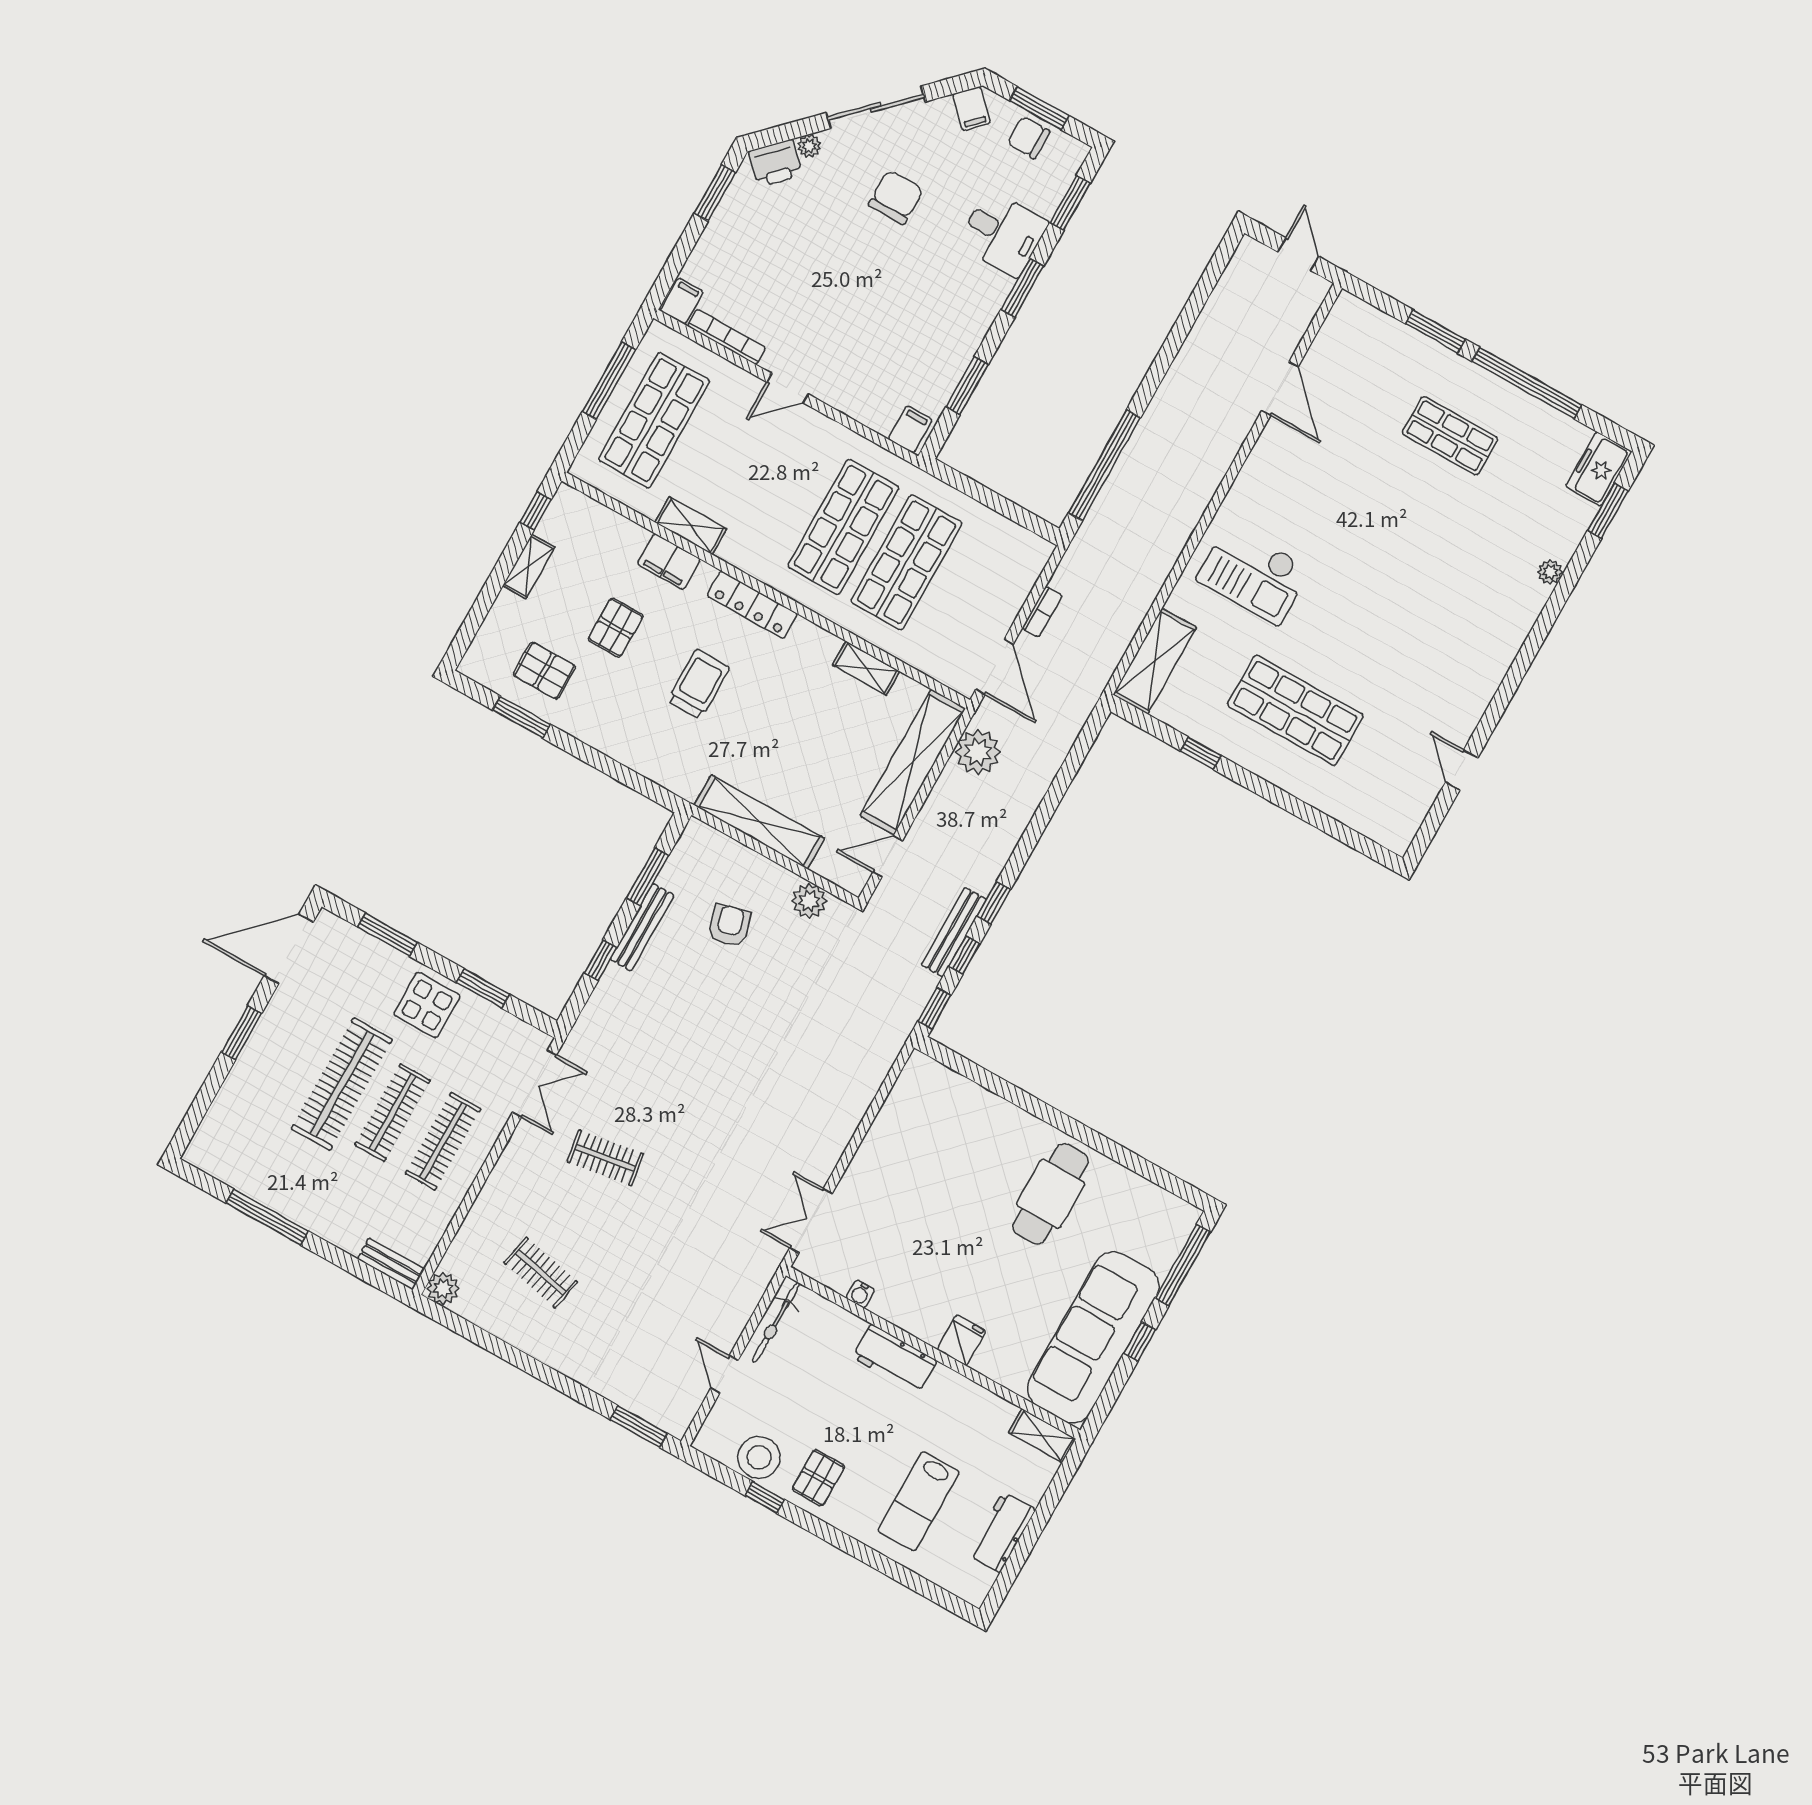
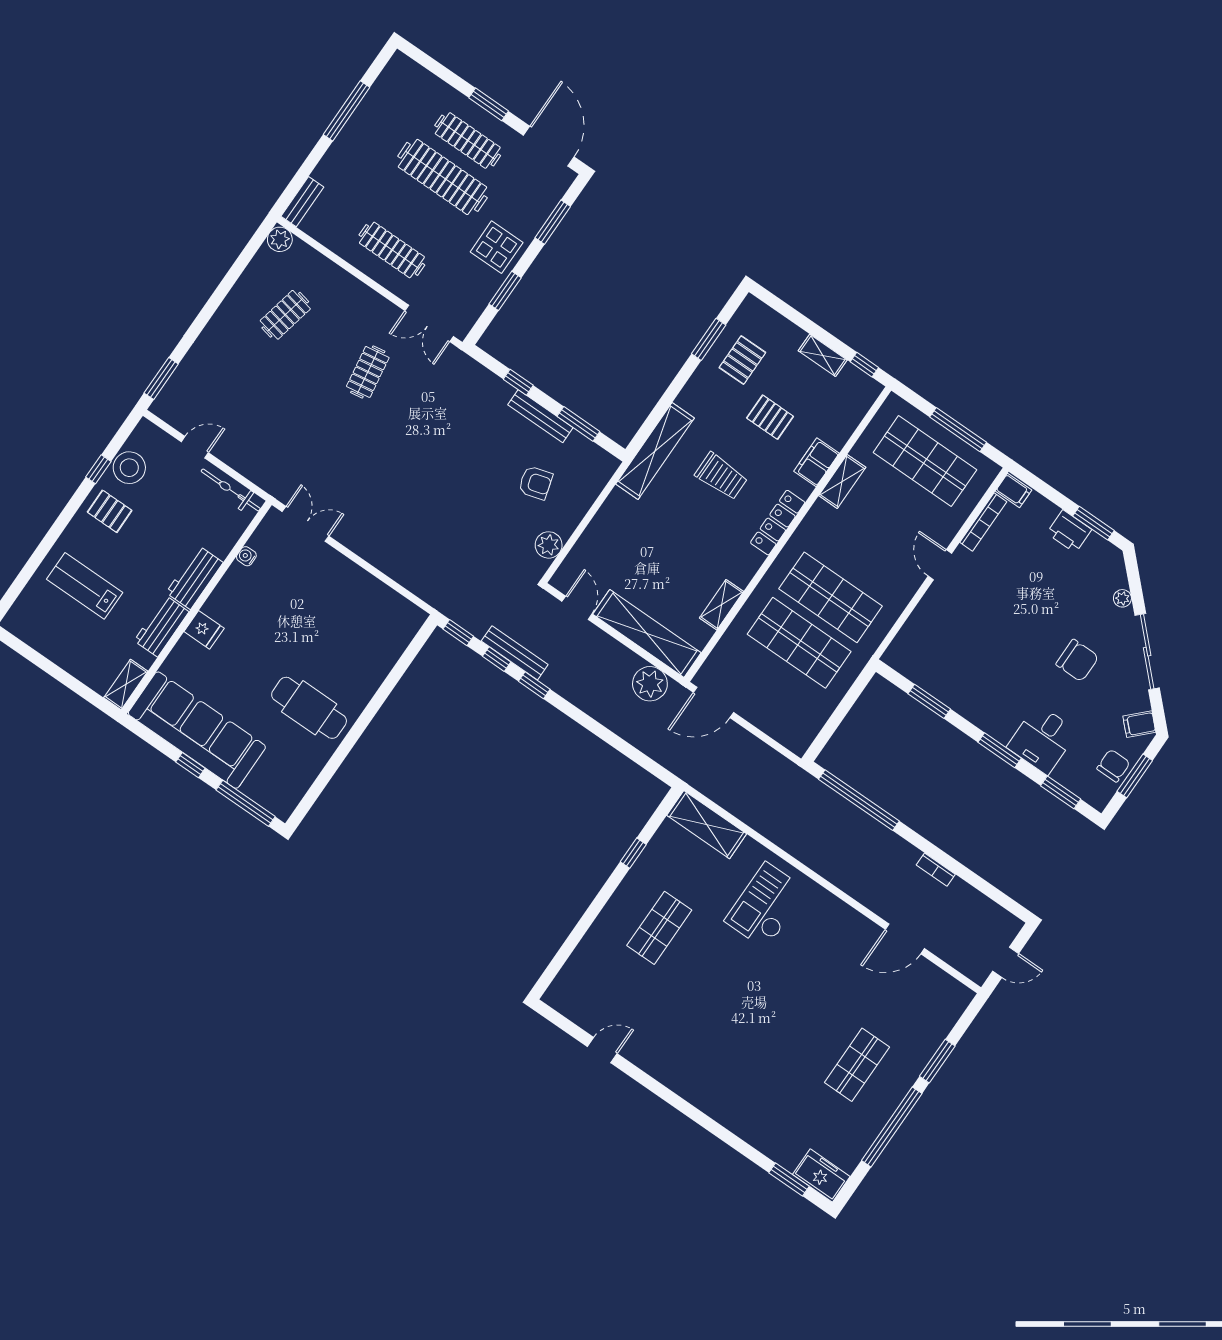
printer: (775, 163) -> (1069, 531), moved, turned -45
filing cabinet: (910, 429) -> (900, 655), removed
plant: (1550, 572) -> (746, 1131), removed
bookcase: (1042, 612) -> (936, 870), moved
shop shelf: (1295, 710) -> (659, 928), width x0.70, depth x0.74
shelving: (759, 822) -> (655, 451), moved
clothes rail: (393, 1113) -> (468, 140), moved
workbench: (1002, 1532) -> (162, 626), moved, turned -90

